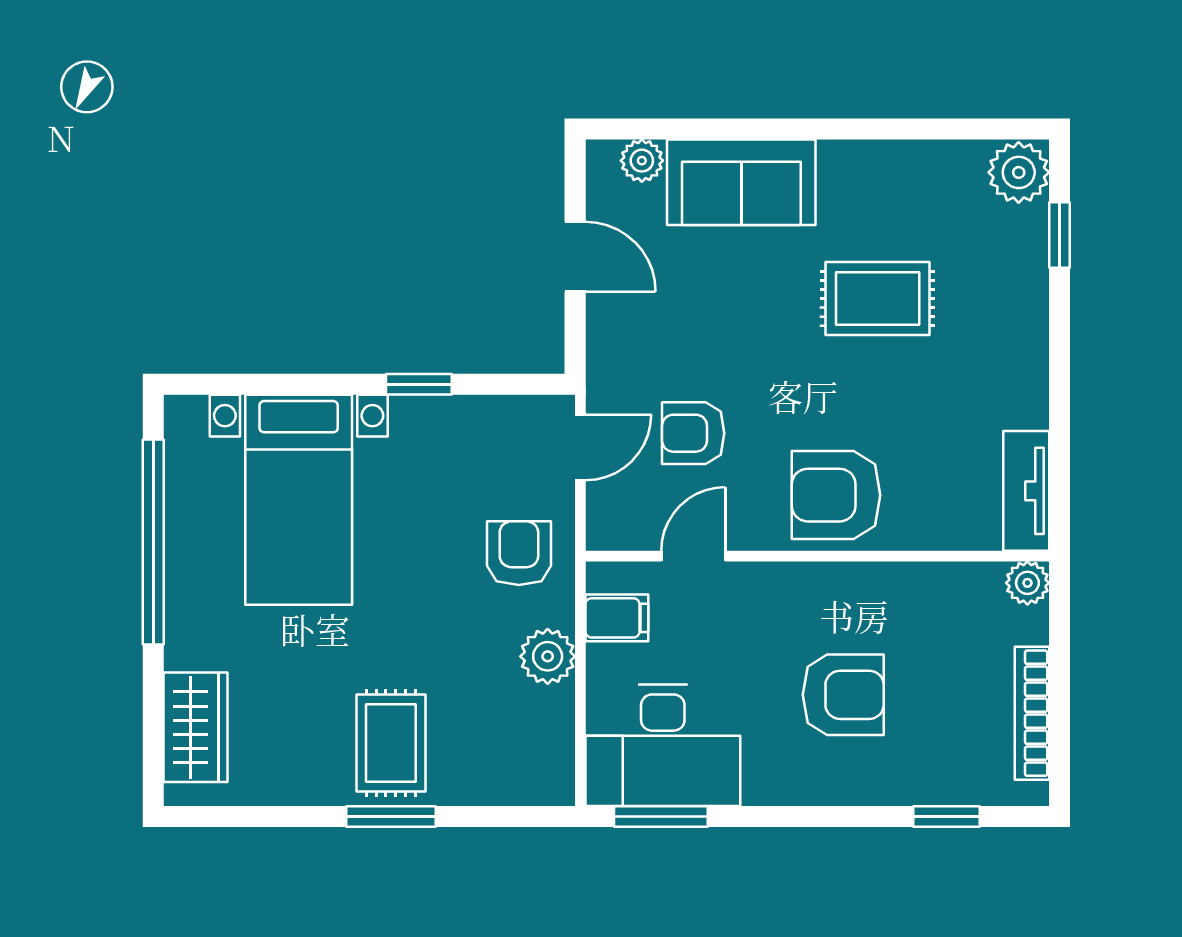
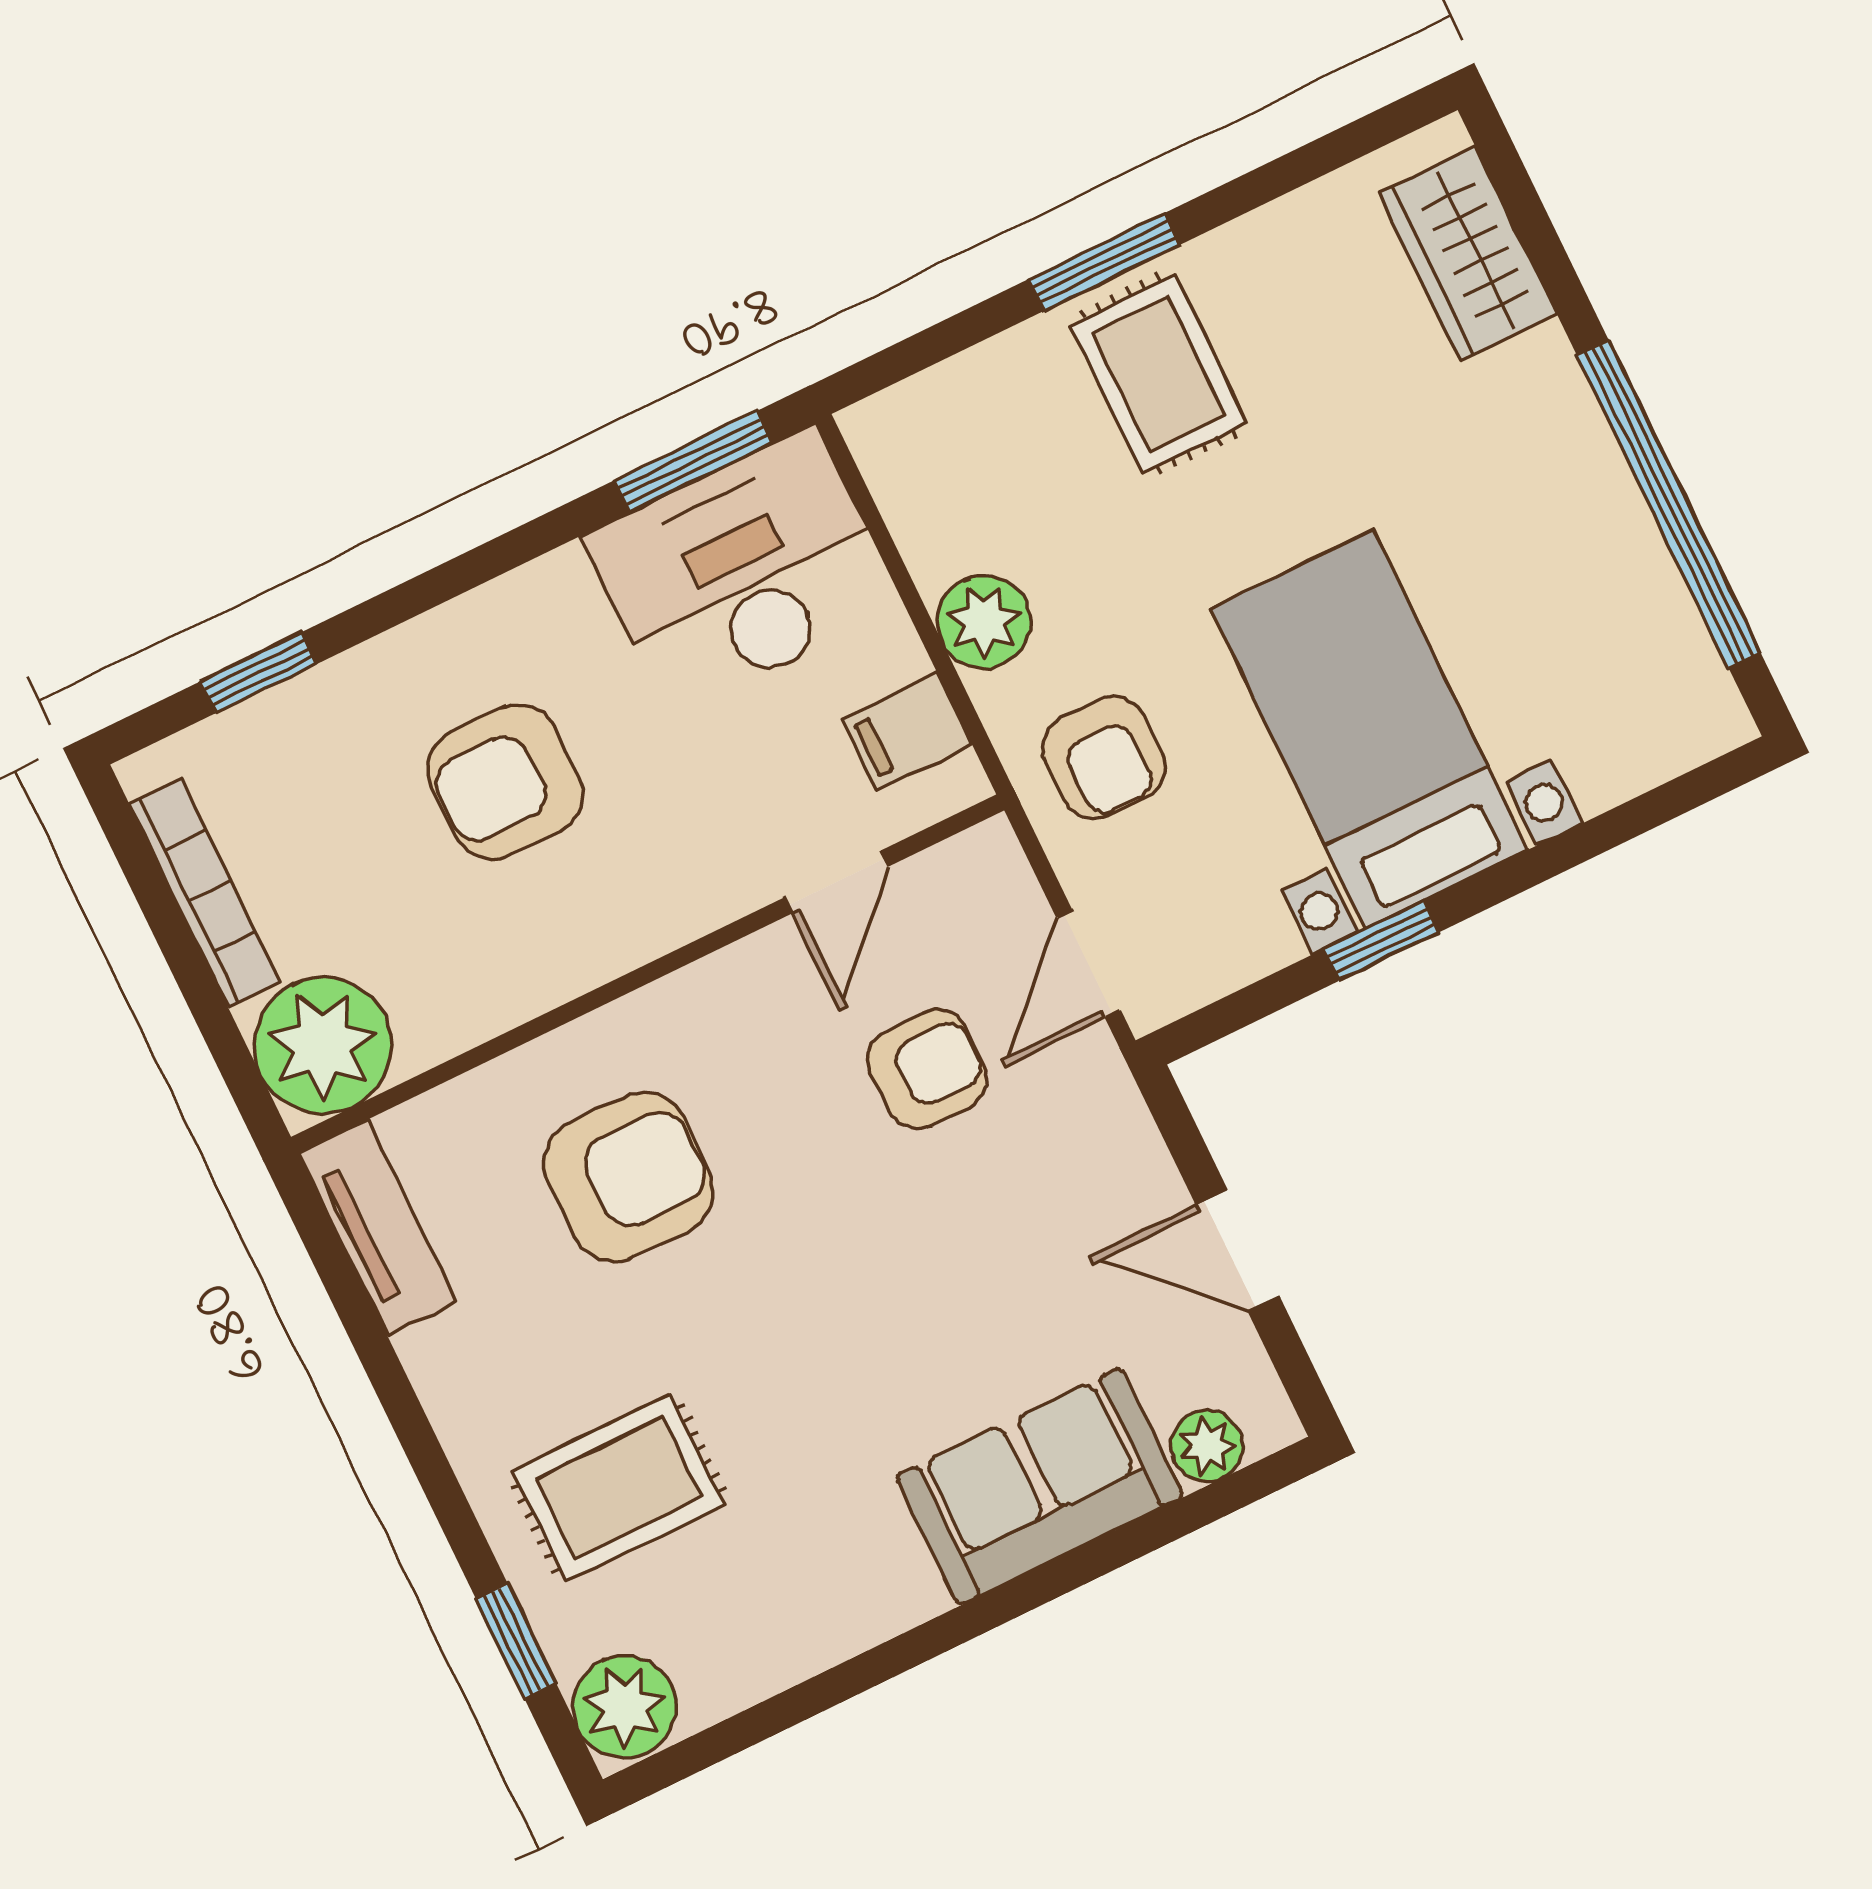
rug: (878, 299) -> (618, 1488), moved
armchair: (836, 495) -> (629, 1177), moved
bed with nightstands: (299, 500) -> (1369, 729), moved
plant: (1027, 583) -> (323, 1045), width x1.87, depth x1.87

